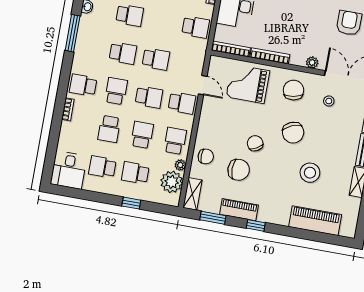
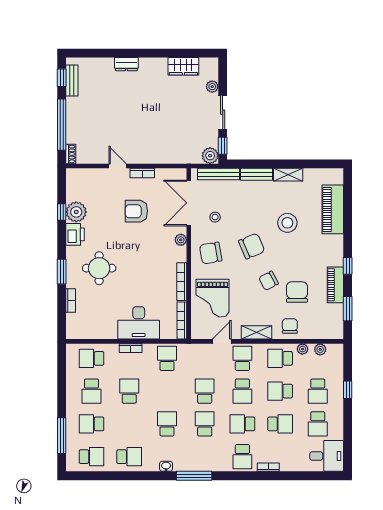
school desk: (149, 97) -> (242, 391), turned 180
plant: (172, 182) -> (320, 349), width x0.53, depth x0.53
shelving: (192, 194) -> (256, 332), moved

